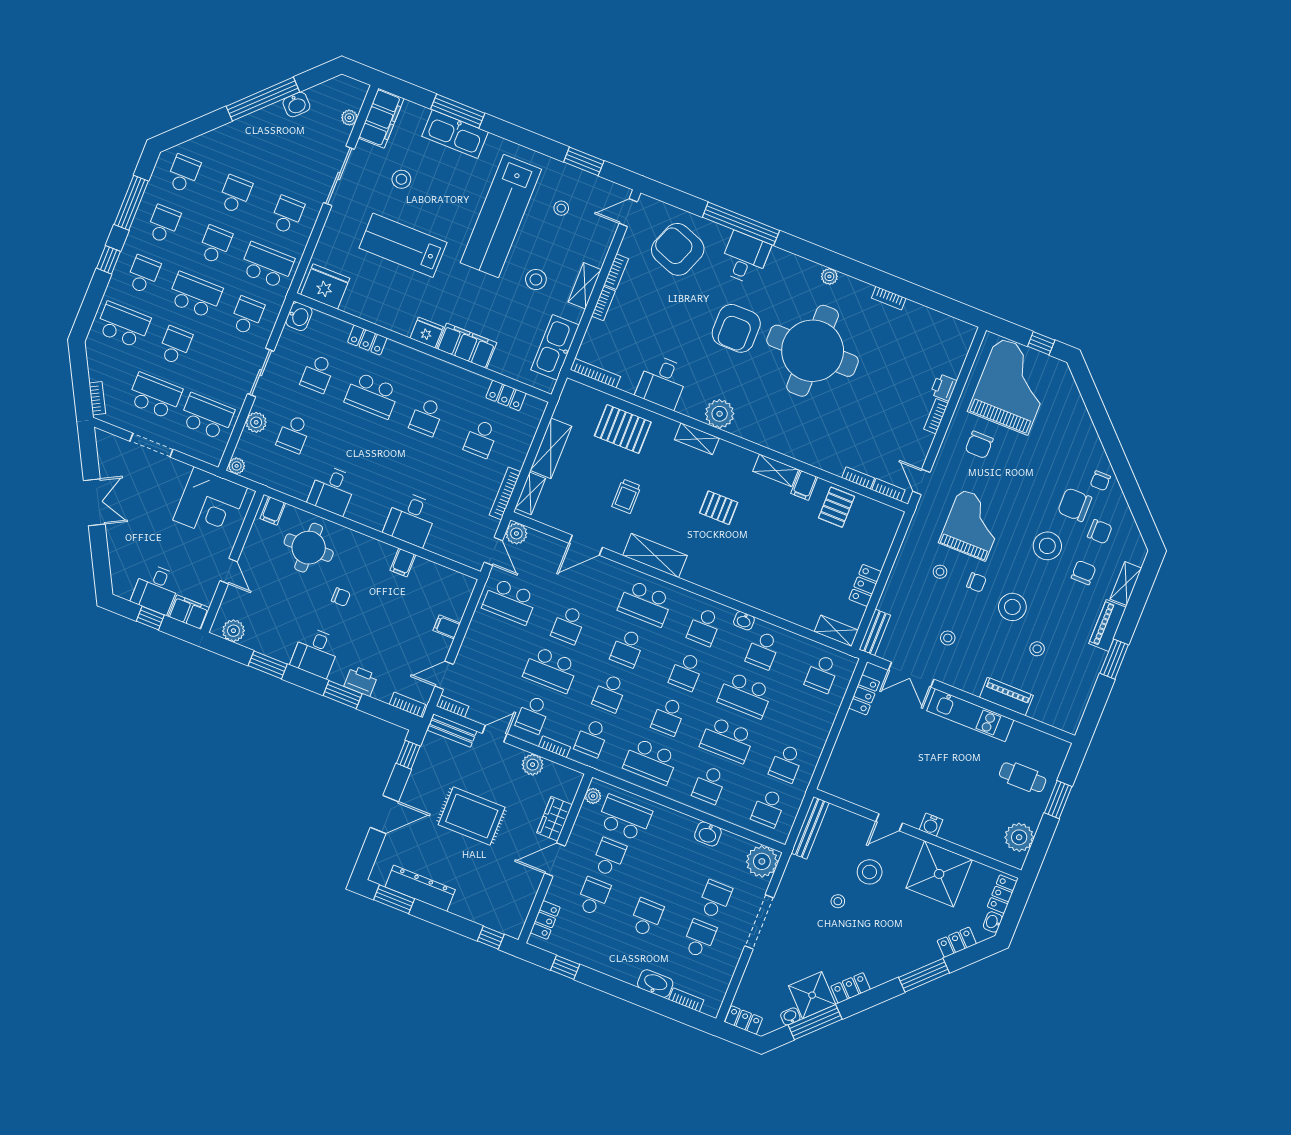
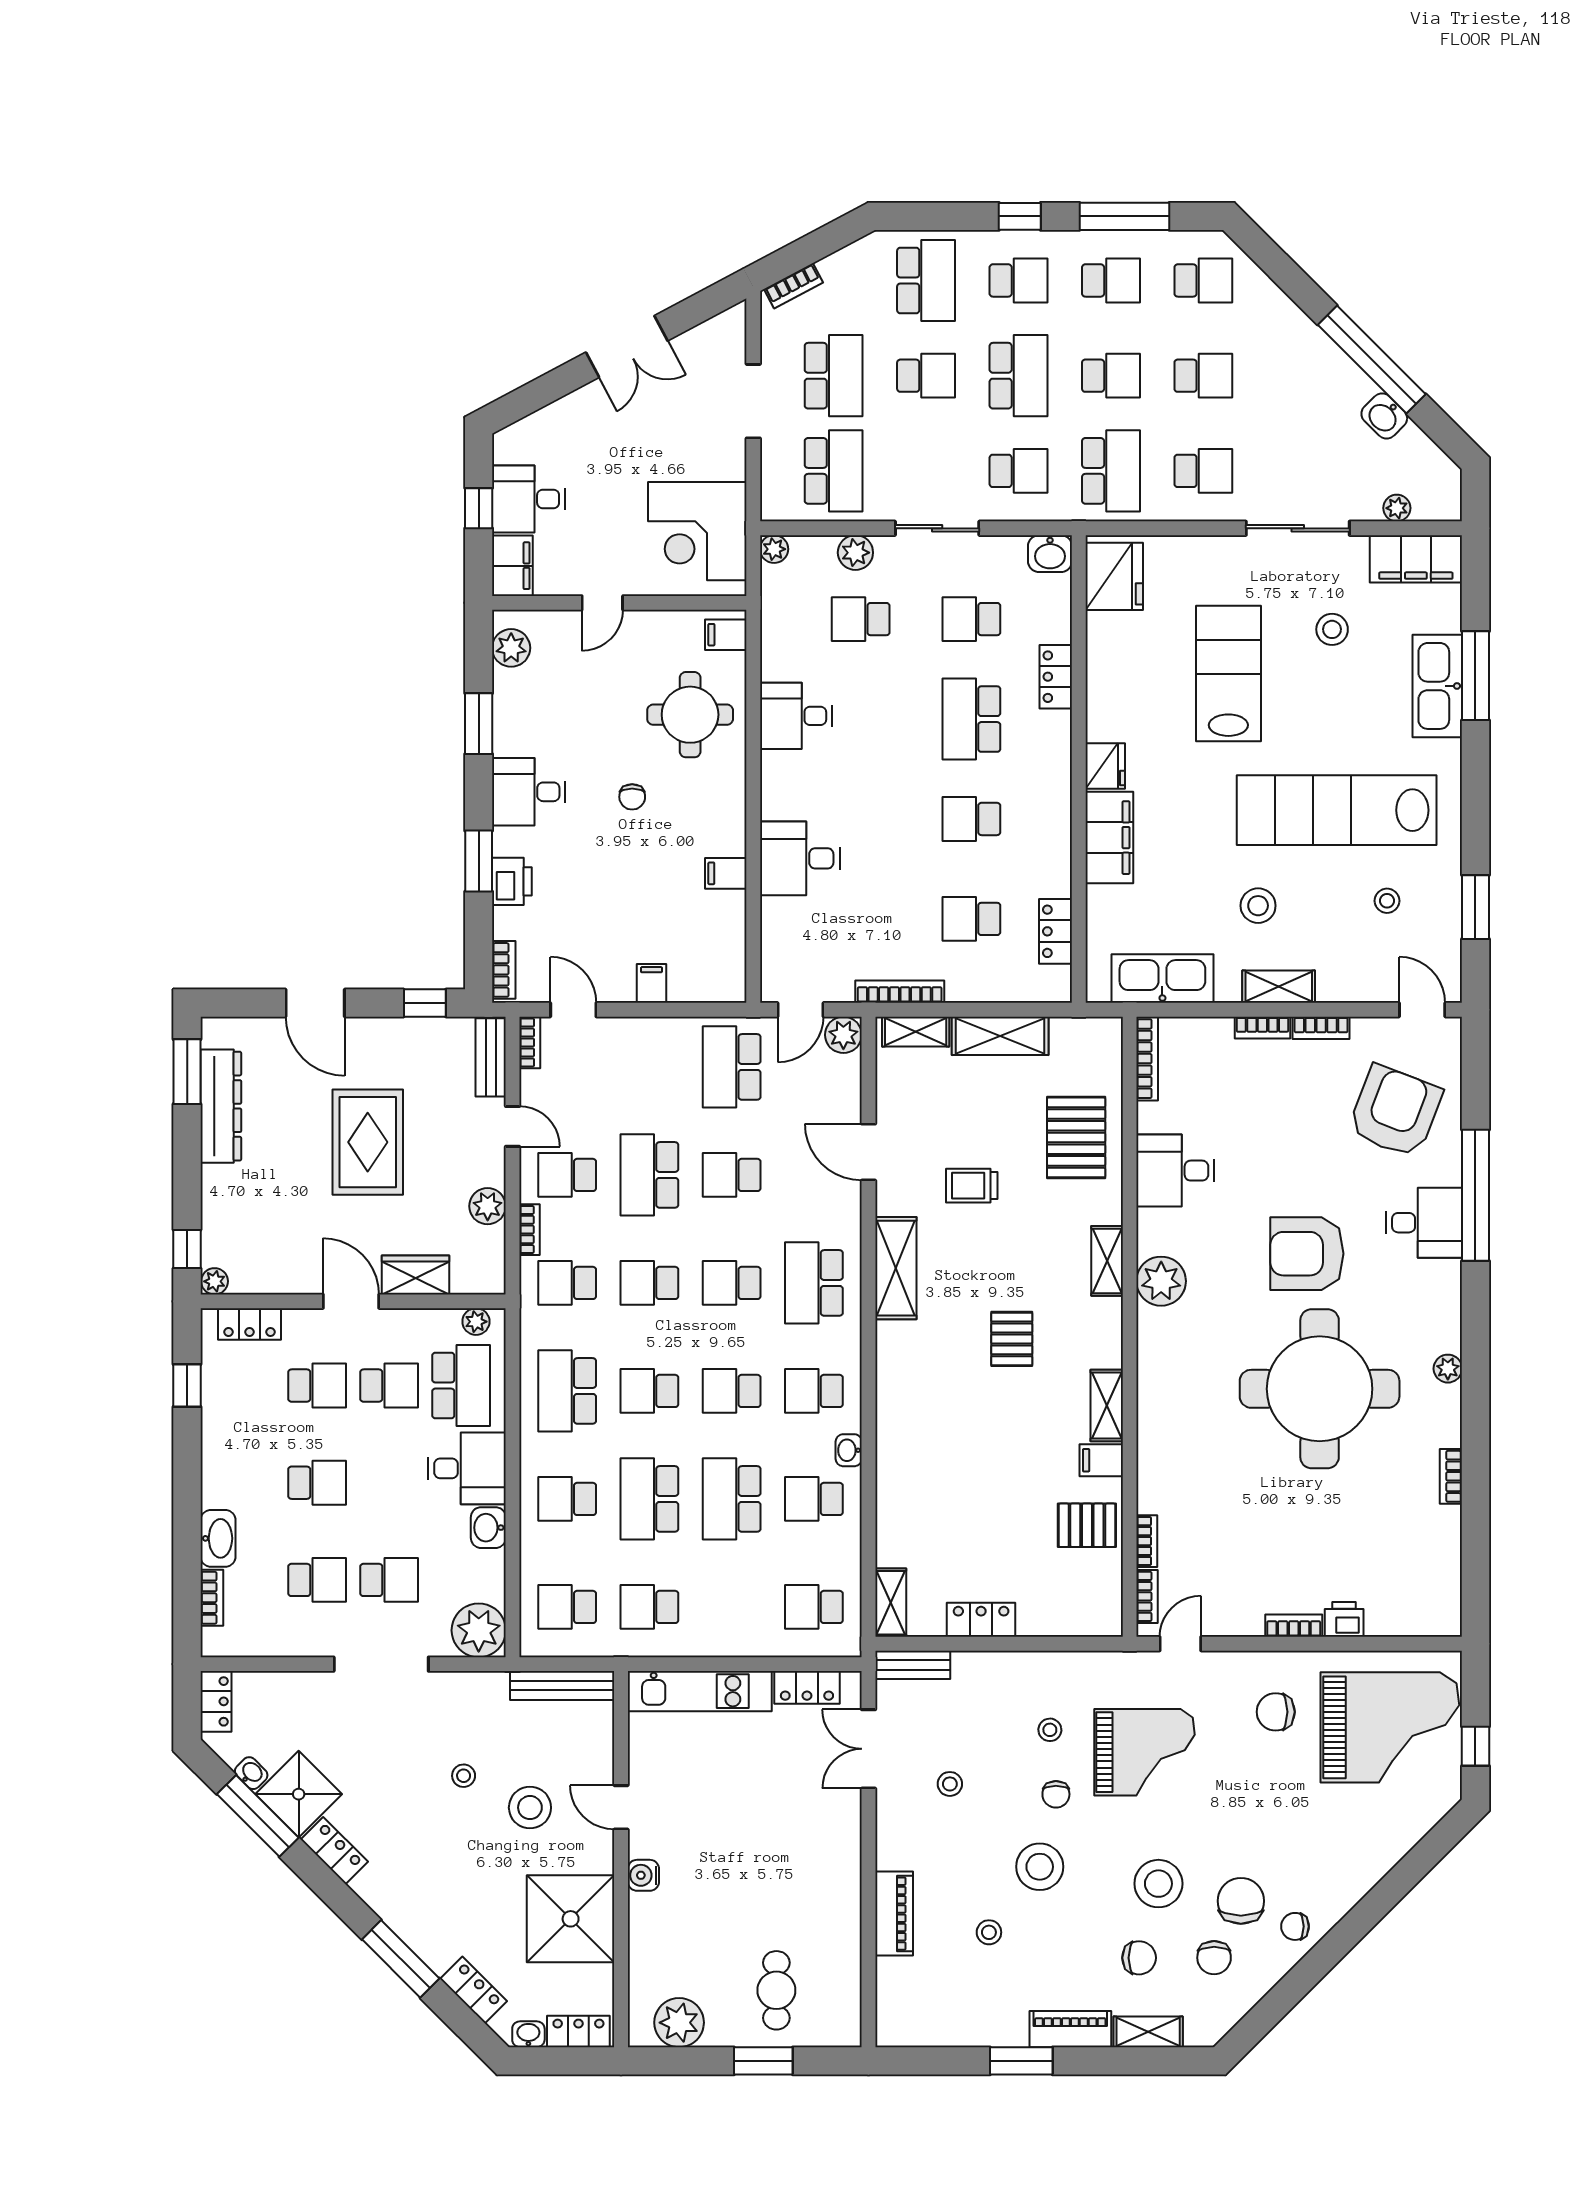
kitchen unit: (970, 715) -> (700, 1691), moved, turned -90
desk: (671, 833) -> (467, 1468), added
plant: (514, 930) -> (215, 1281), added

